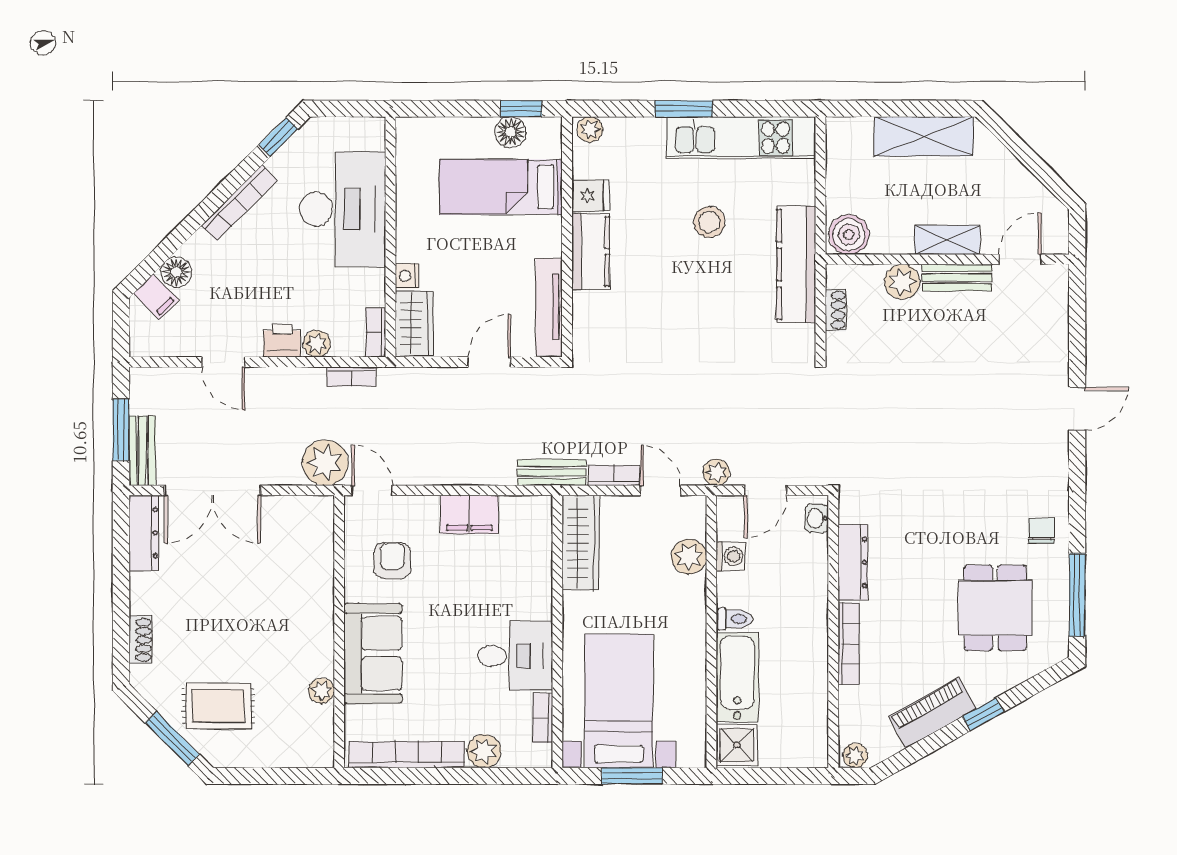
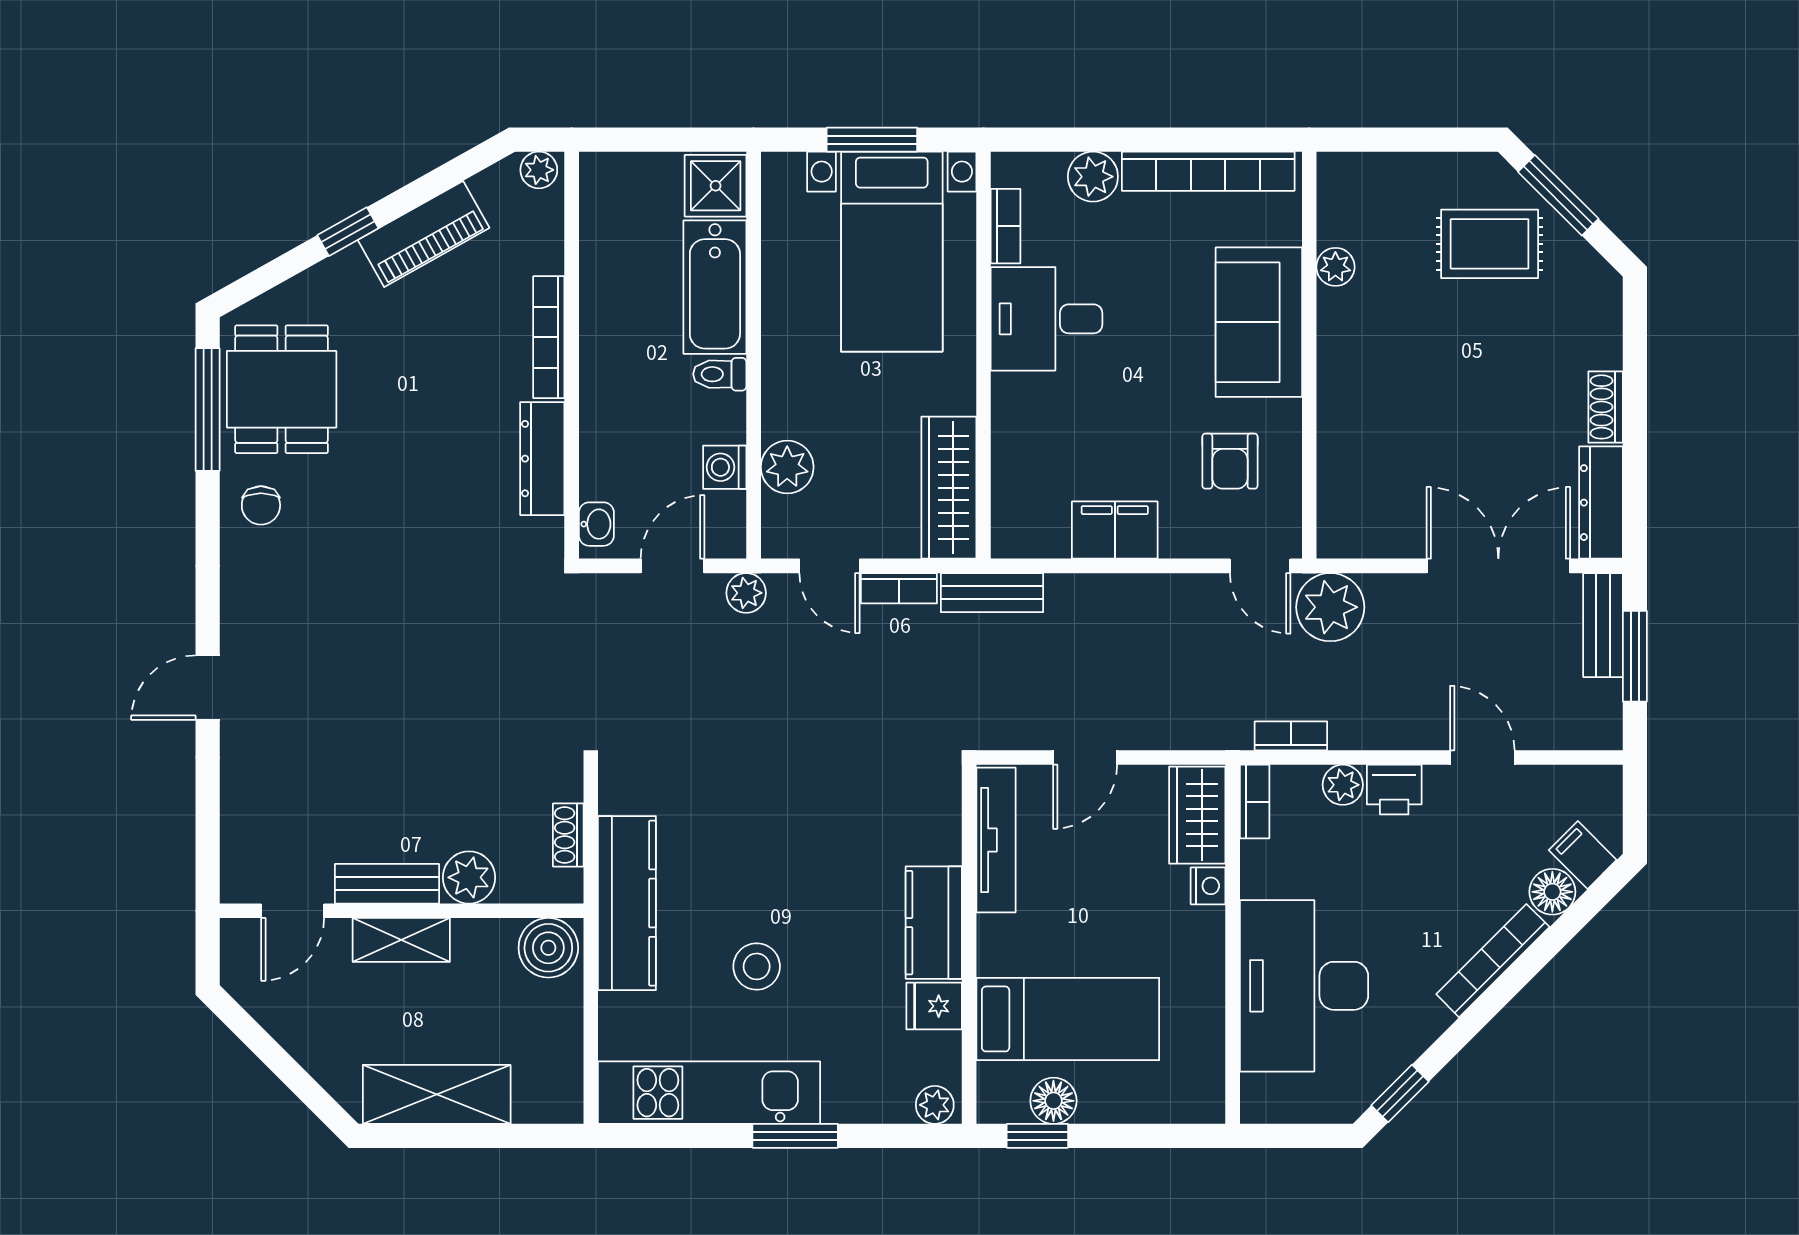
bookcase: (239, 203) -> (1493, 961), moved
dining table: (995, 608) -> (282, 389), moved
shoe rack: (141, 640) -> (1606, 407), moved

